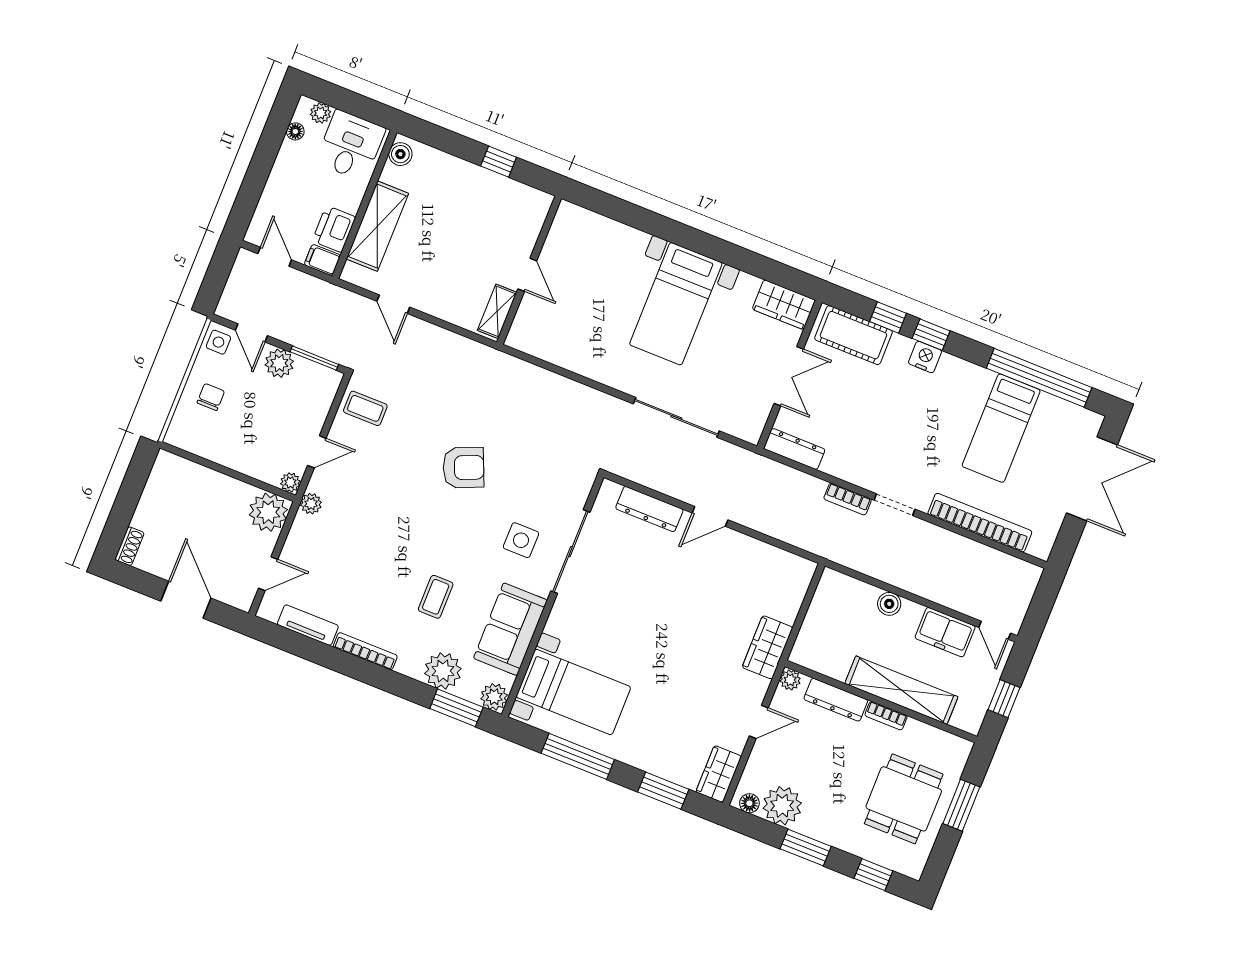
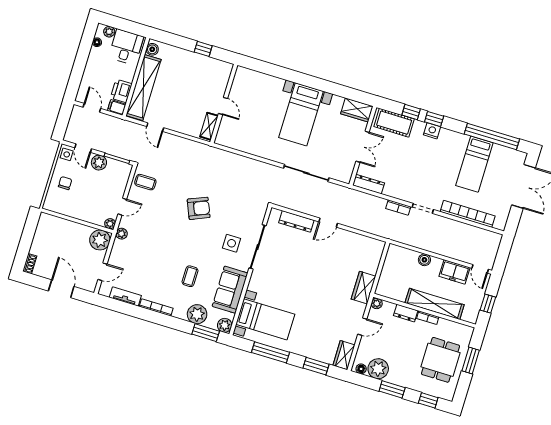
shelving: (377, 226) -> (144, 88), width x1.47
dresser: (836, 700) -> (406, 313), width x0.70

